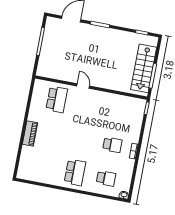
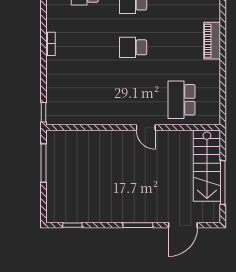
stairs: (144, 68) -> (207, 166), moved, turned 180
school desk: (112, 145) -> (133, 47), moved

